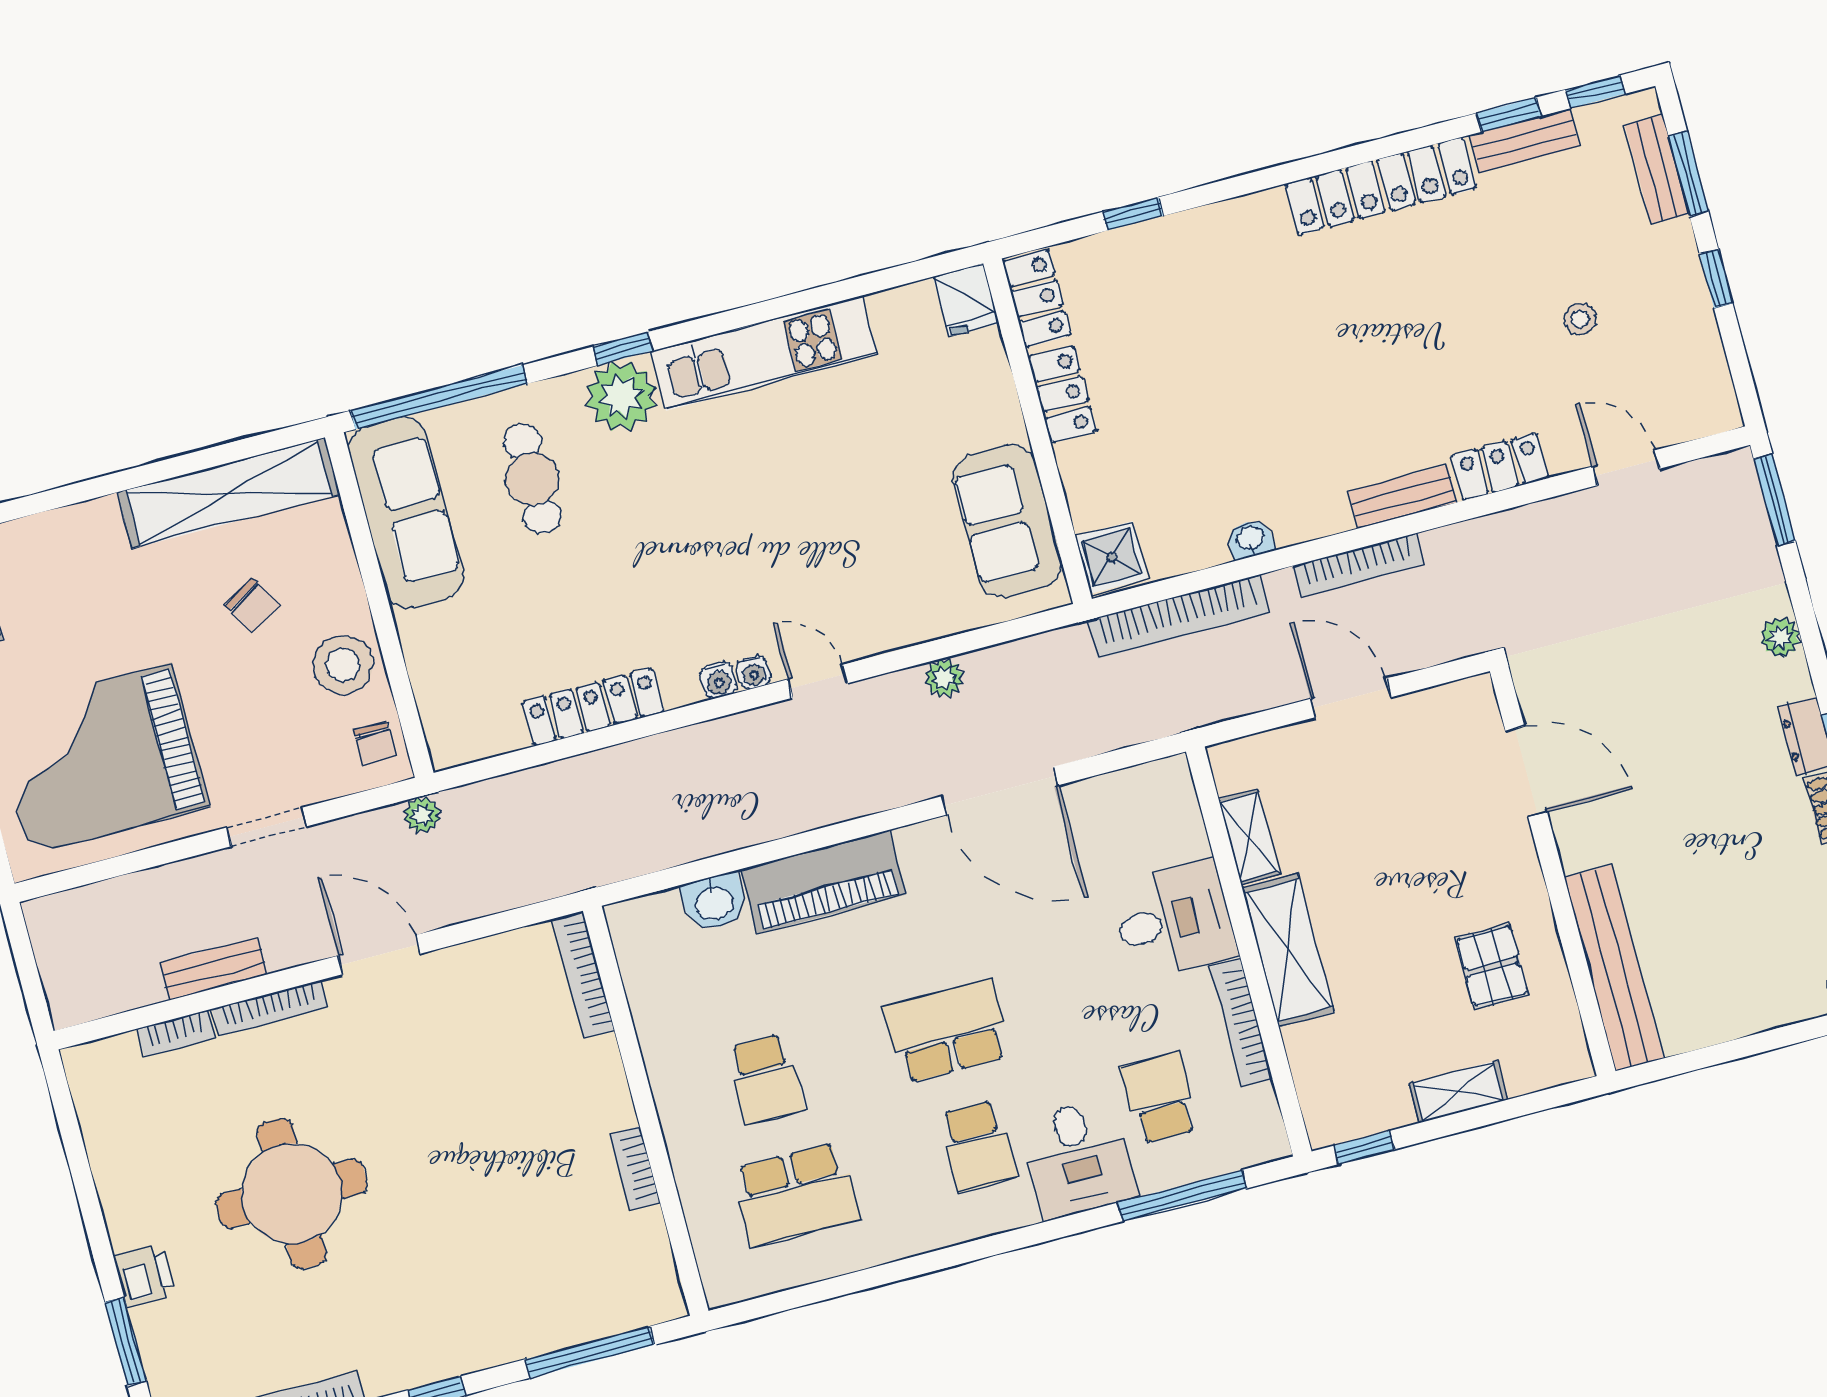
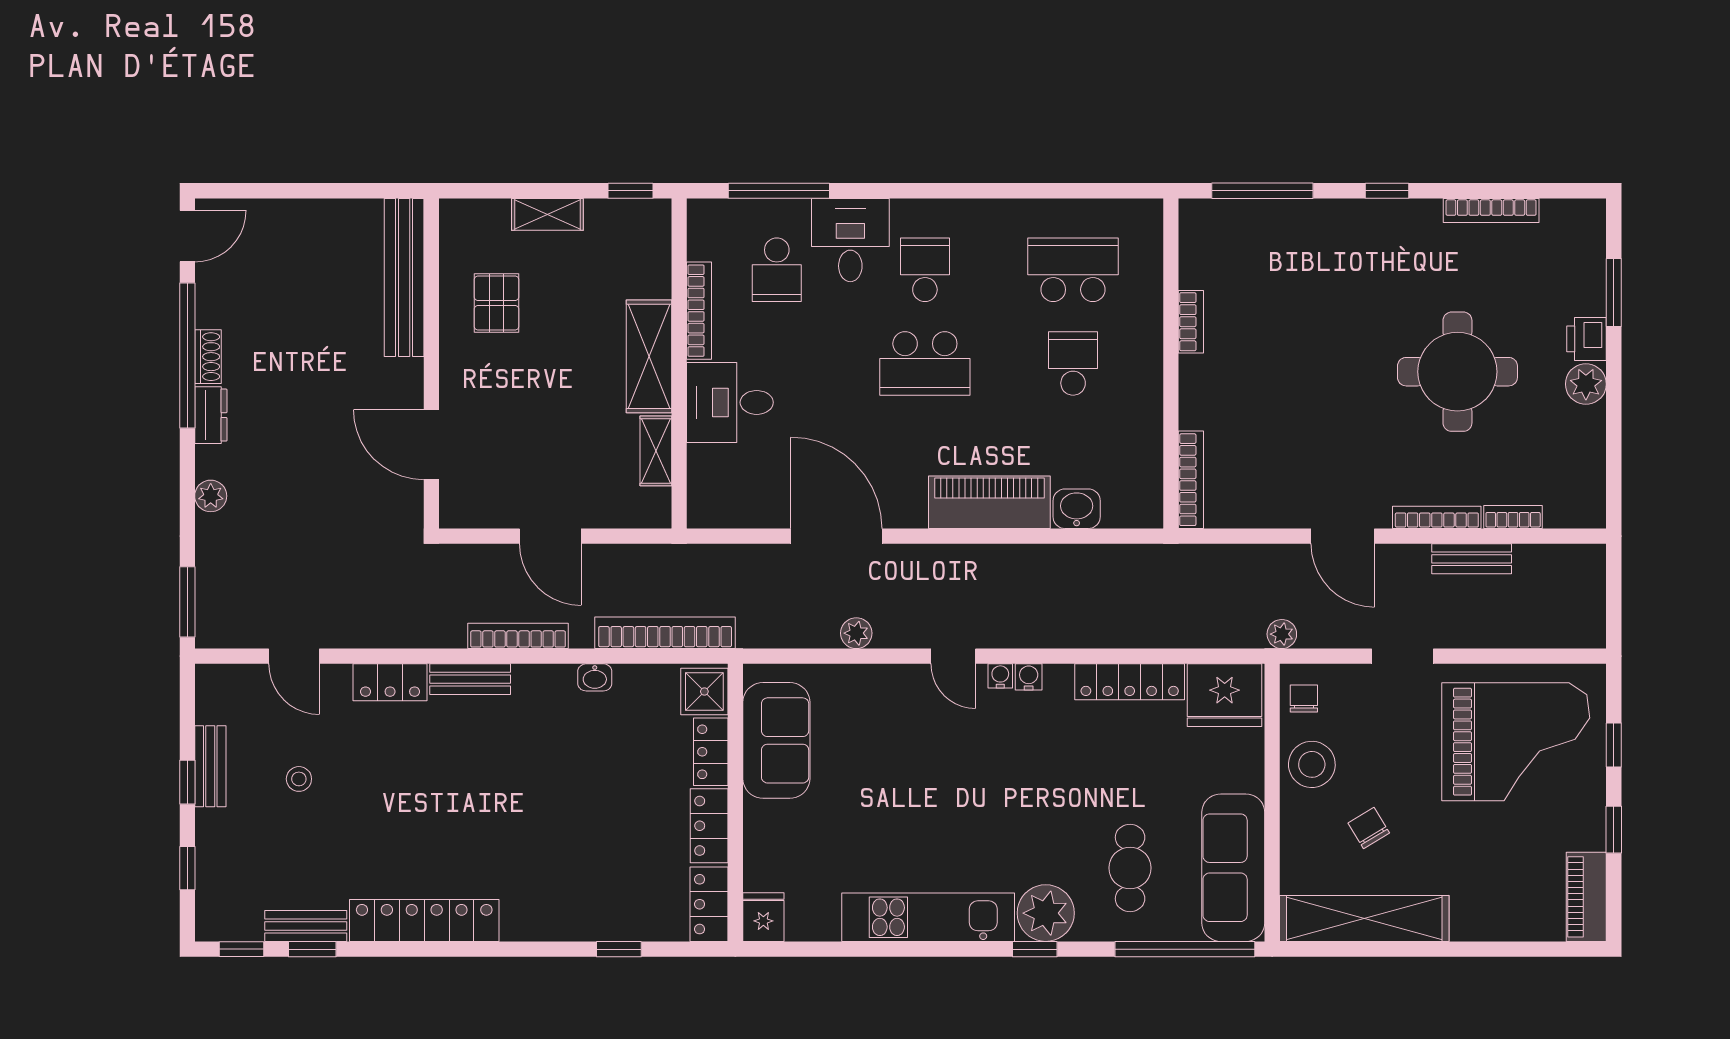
bench: (1657, 169) -> (210, 766), moved
window: (1688, 173) -> (187, 868), width x0.67
locker: (1084, 486) -> (711, 752), added
fridge: (472, 721) -> (1225, 695), added
plant: (130, 1220) -> (1586, 384), added

